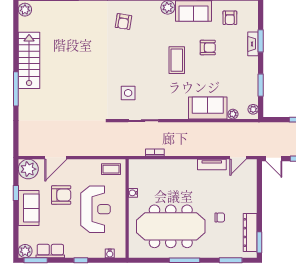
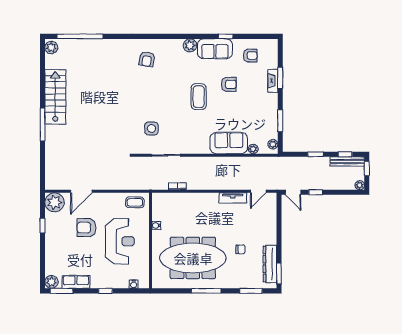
armchair: (230, 18) -> (250, 55), turned -90
armchair: (61, 195) -> (86, 228), turned 180
sofa: (29, 208) -> (55, 240), removed

